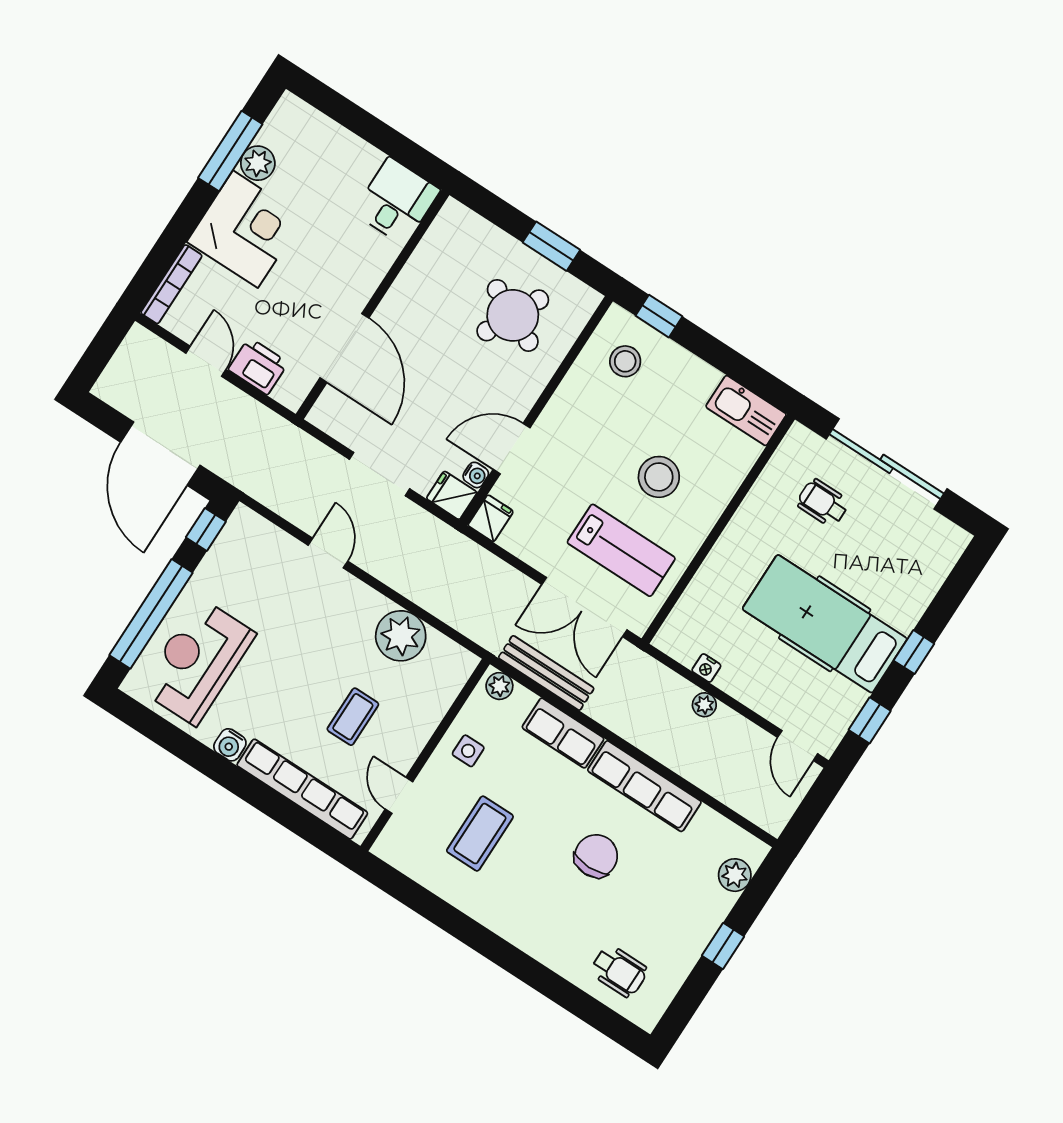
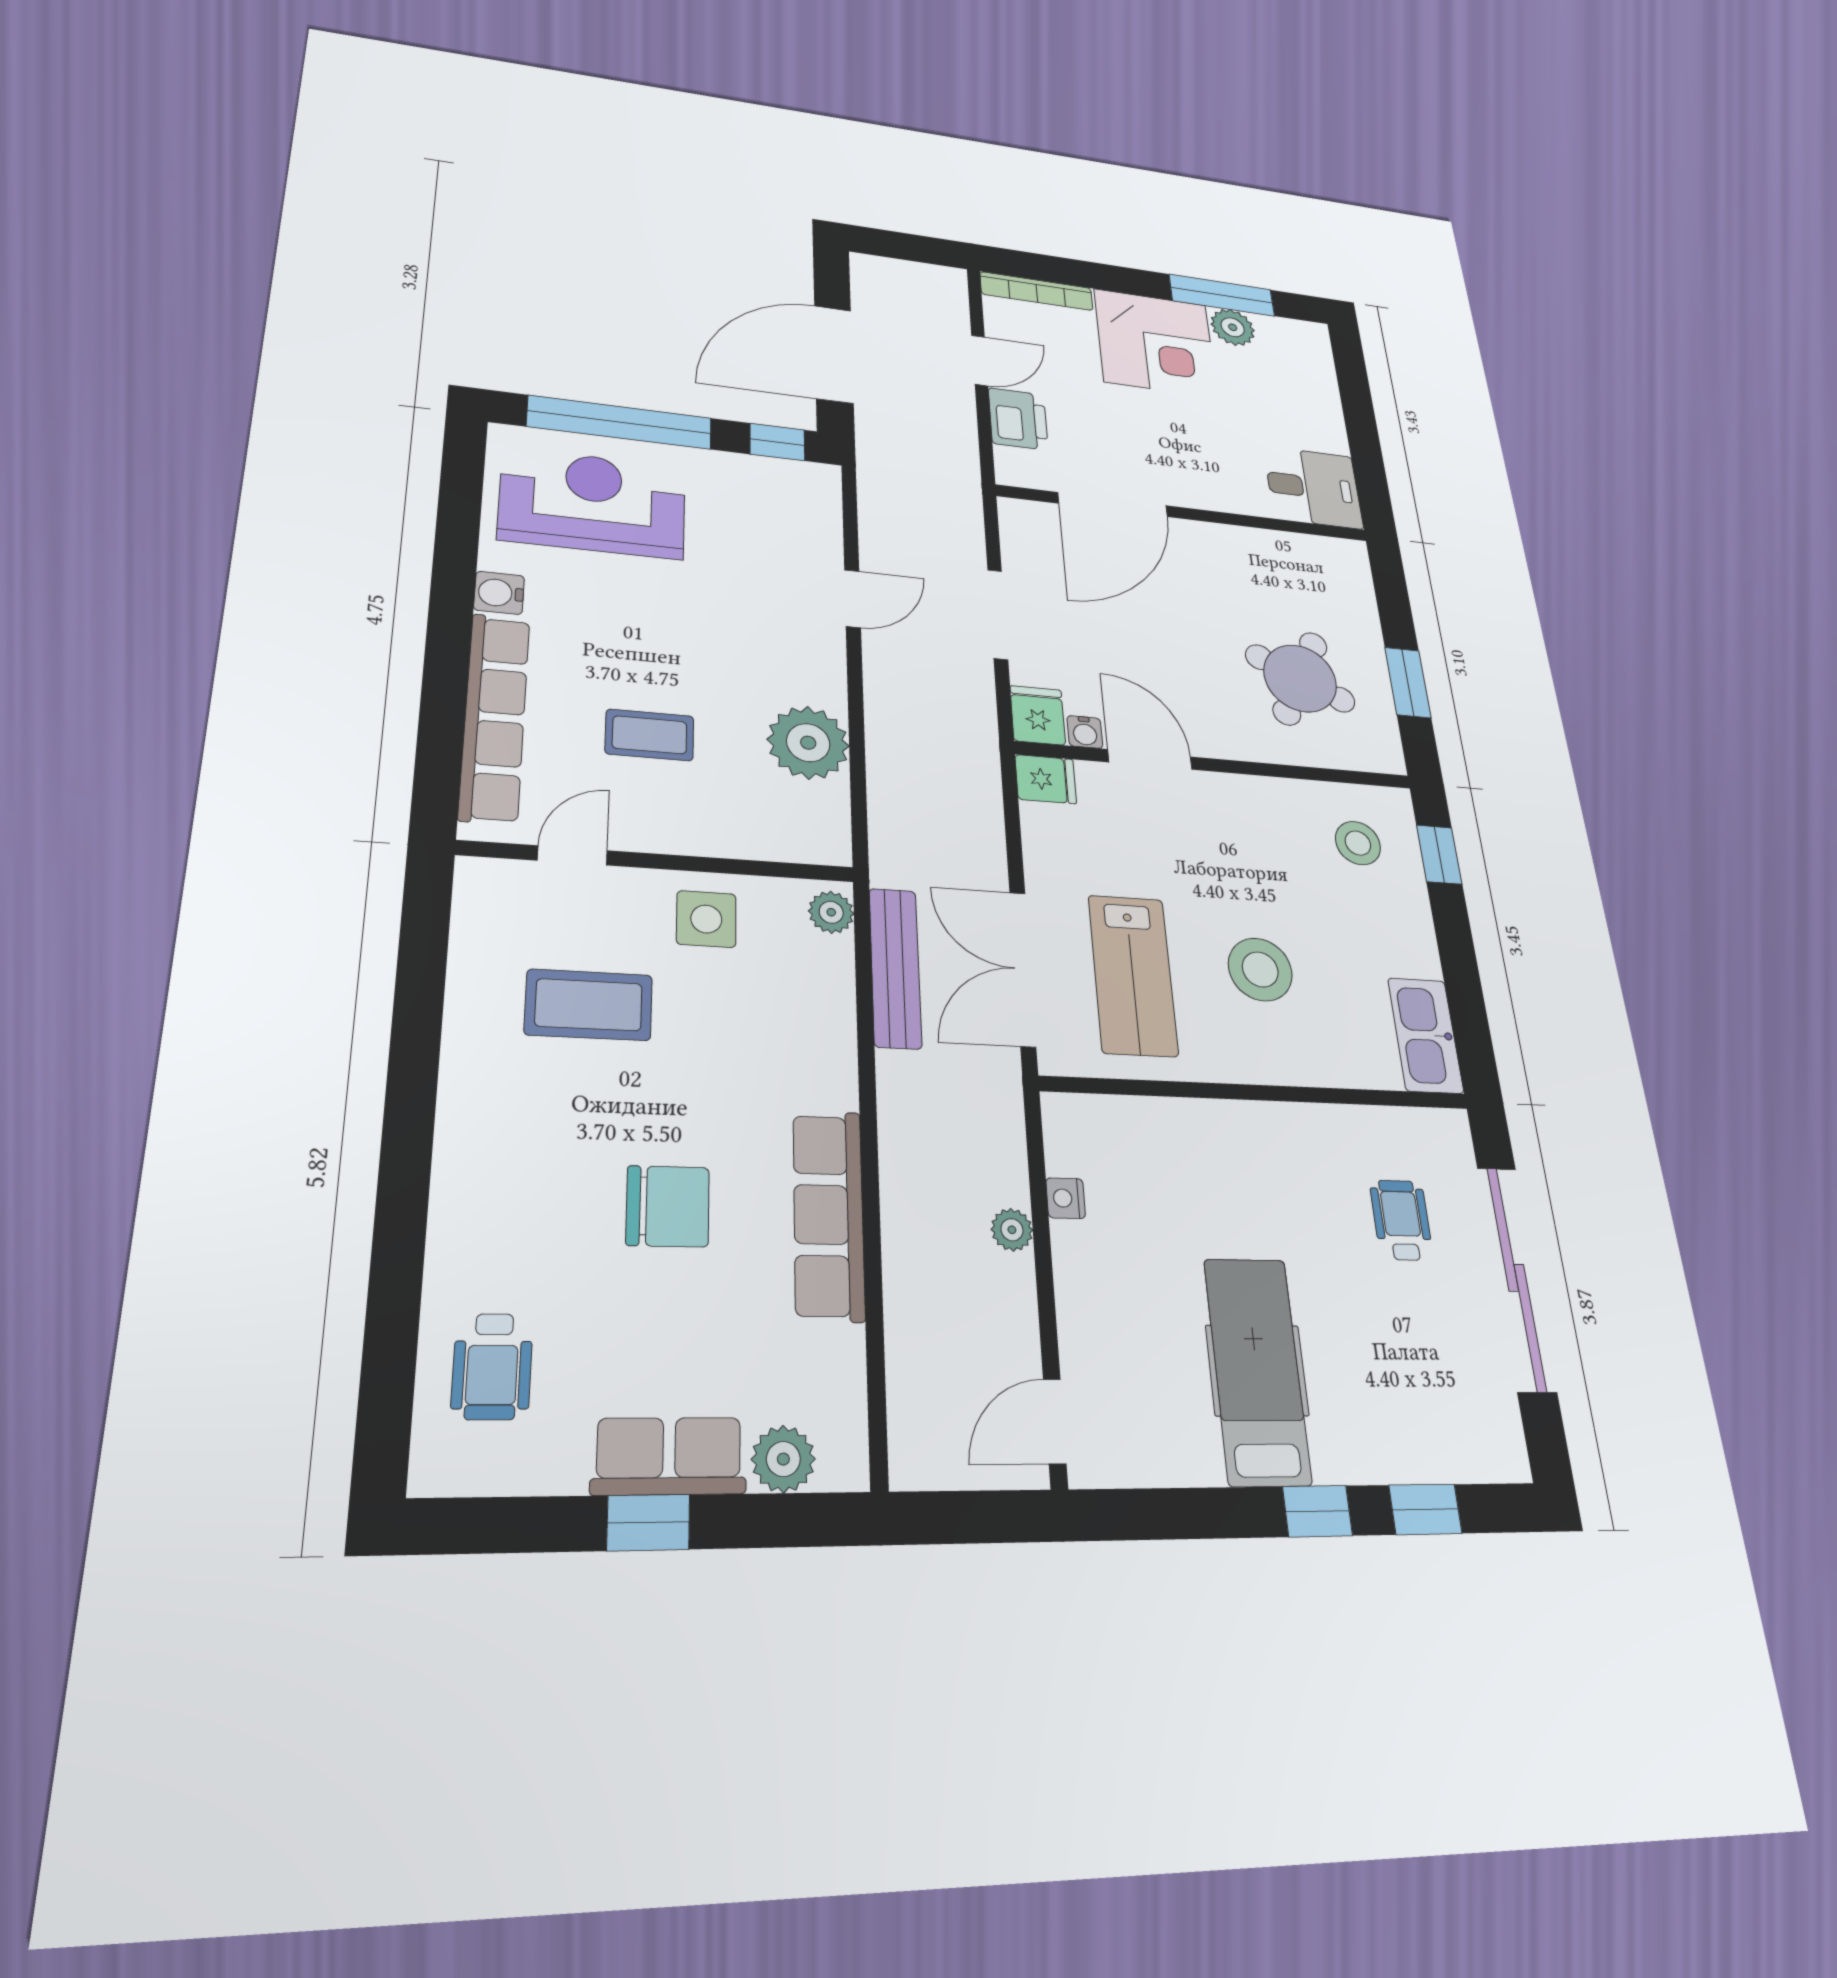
hospital bed: (825, 624) -> (1257, 1370), width x0.73, depth x0.78
window: (870, 720) -> (1425, 1509), moved
row of seats: (563, 733) -> (669, 1456), moved, turned 90
side table: (468, 751) -> (706, 919), width x1.37, depth x1.37

